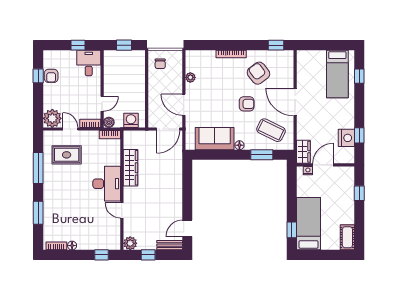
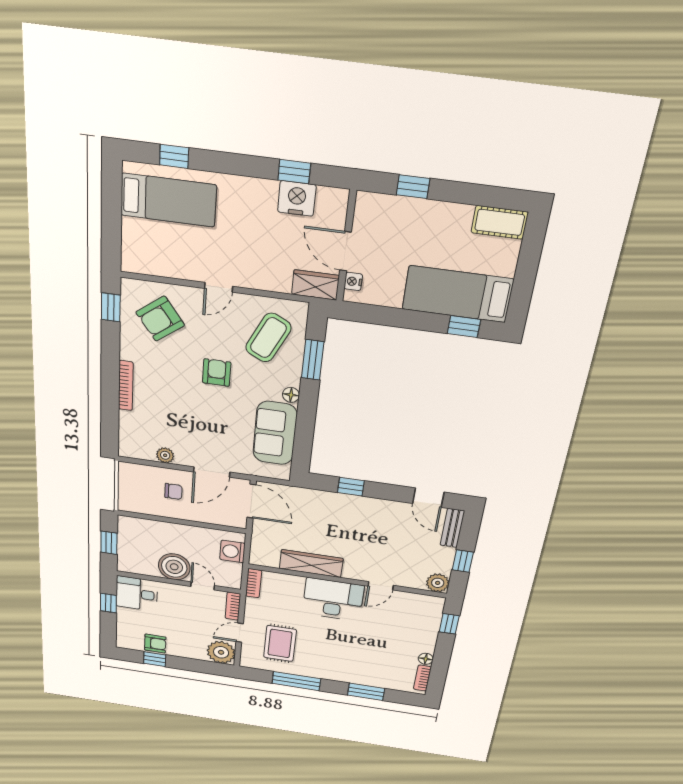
chair: (160, 64) -> (173, 491), moved
armchair: (258, 73) -> (160, 319), moved
door: (295, 102) -> (219, 287), width x0.53
boiler: (109, 122) -> (174, 567), moved, width x1.86, depth x1.86
window: (187, 185) -> (351, 487), added

